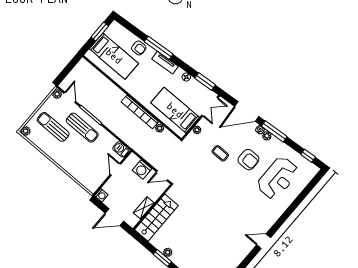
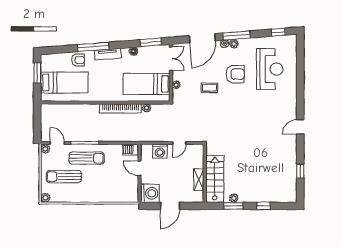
washing machine: (101, 195) -> (150, 193), width x1.89, depth x1.89
wall: (152, 207) -> (205, 173), moved
shelving: (144, 208) -> (199, 180), moved
stairs: (156, 218) -> (215, 179), moved

